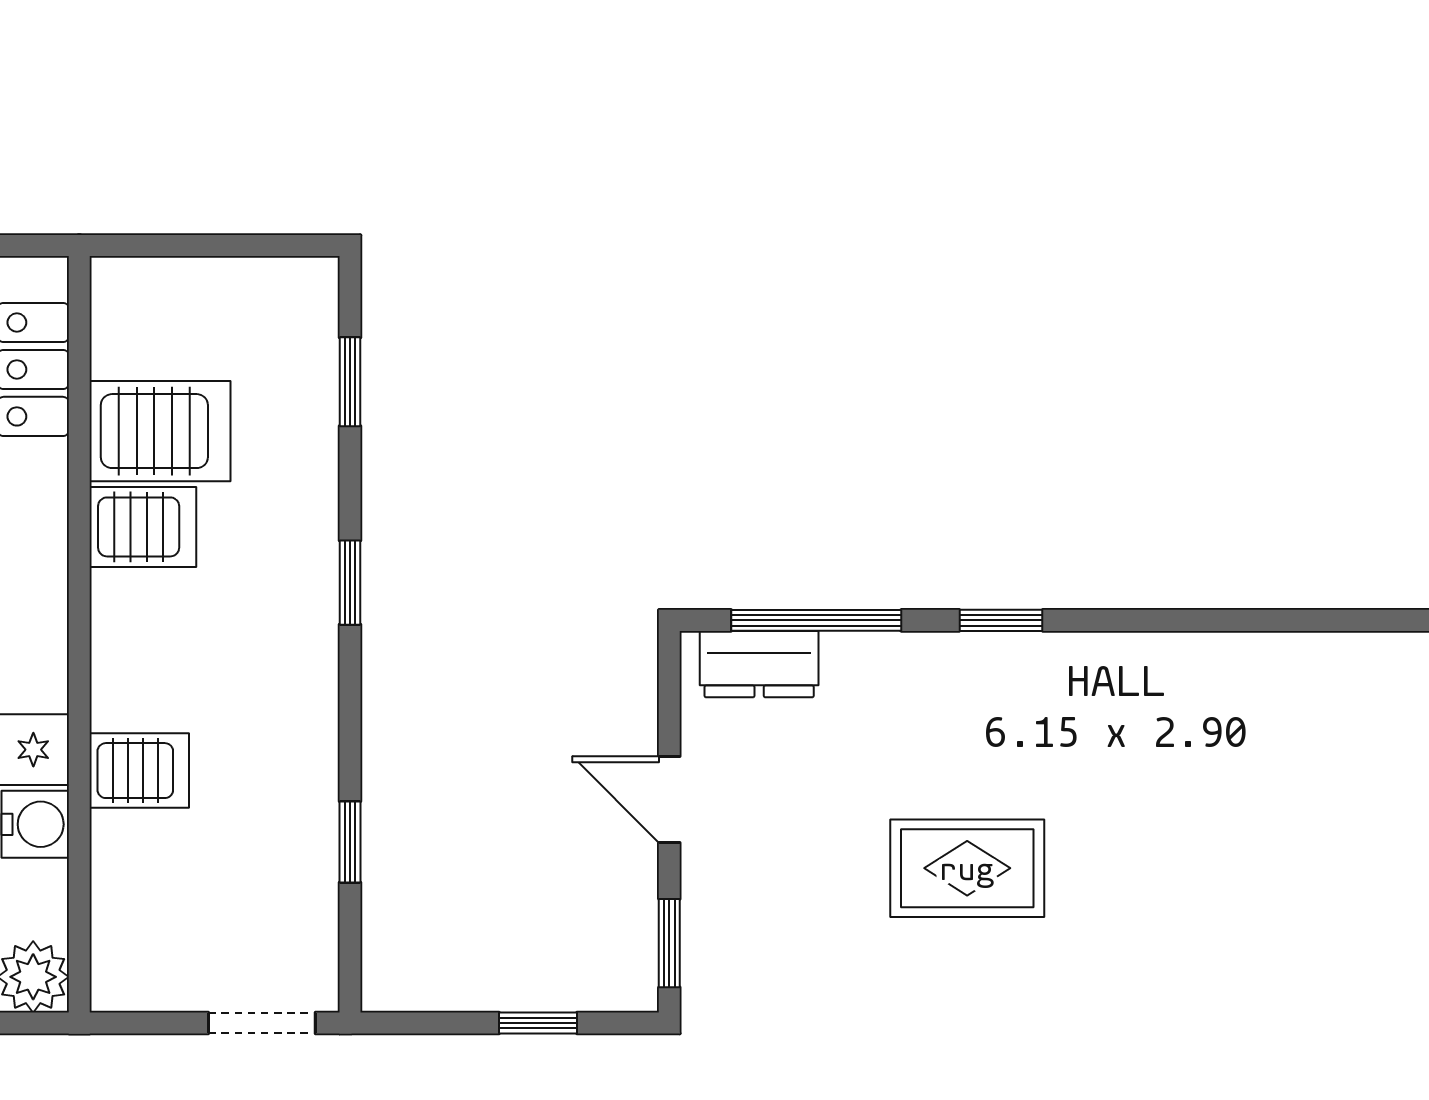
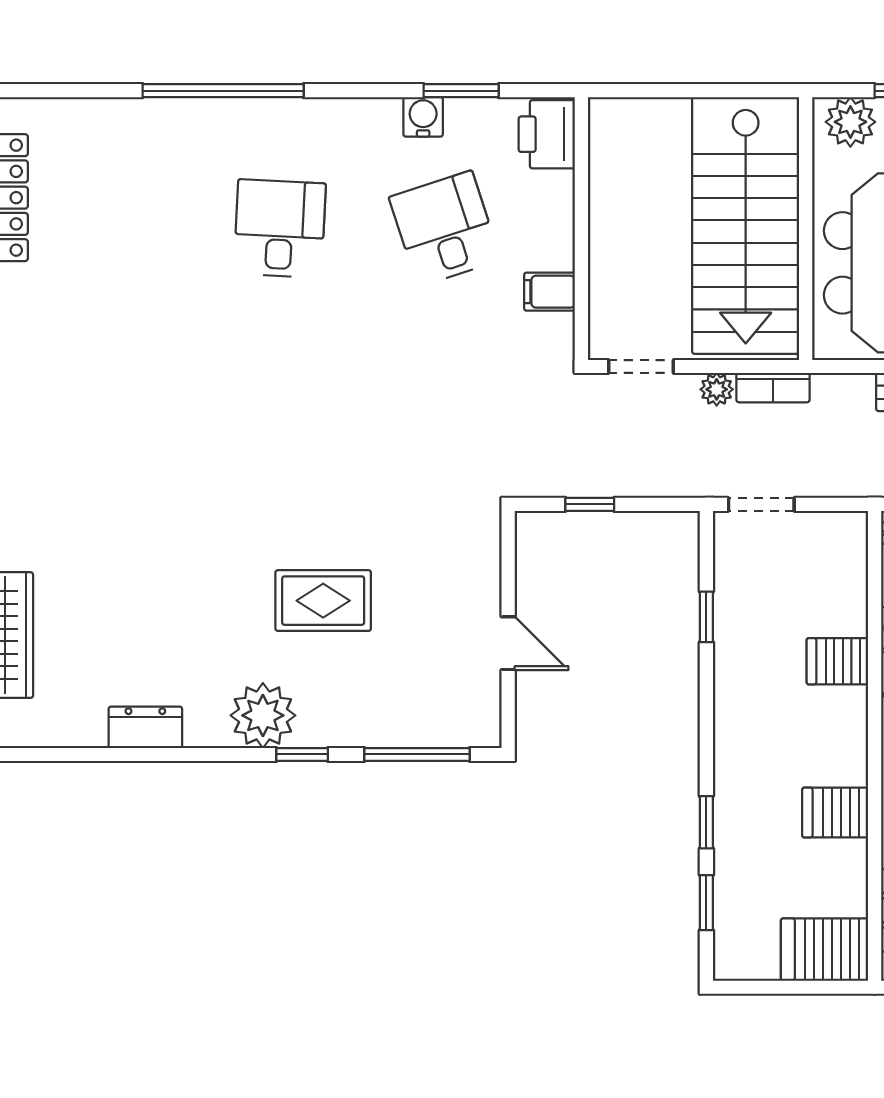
server rack: (160, 431) -> (824, 950), moved
window: (350, 583) -> (706, 822), moved
dresser: (759, 664) -> (145, 727), moved
plant: (1064, 683) -> (263, 715), added
window: (669, 943) -> (508, 554), removed

